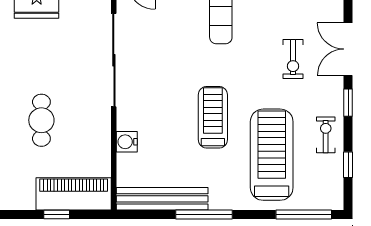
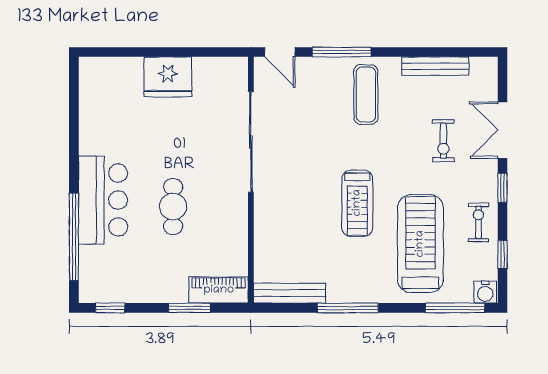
treadmill: (213, 117) -> (357, 203), turned 180
water cooler: (127, 142) -> (485, 292), moved, turned -90
piano: (74, 194) -> (219, 290), width x0.73, depth x0.75
bench: (162, 199) -> (290, 293), width x0.73, depth x0.82
window: (57, 215) -> (189, 308), width x1.50

